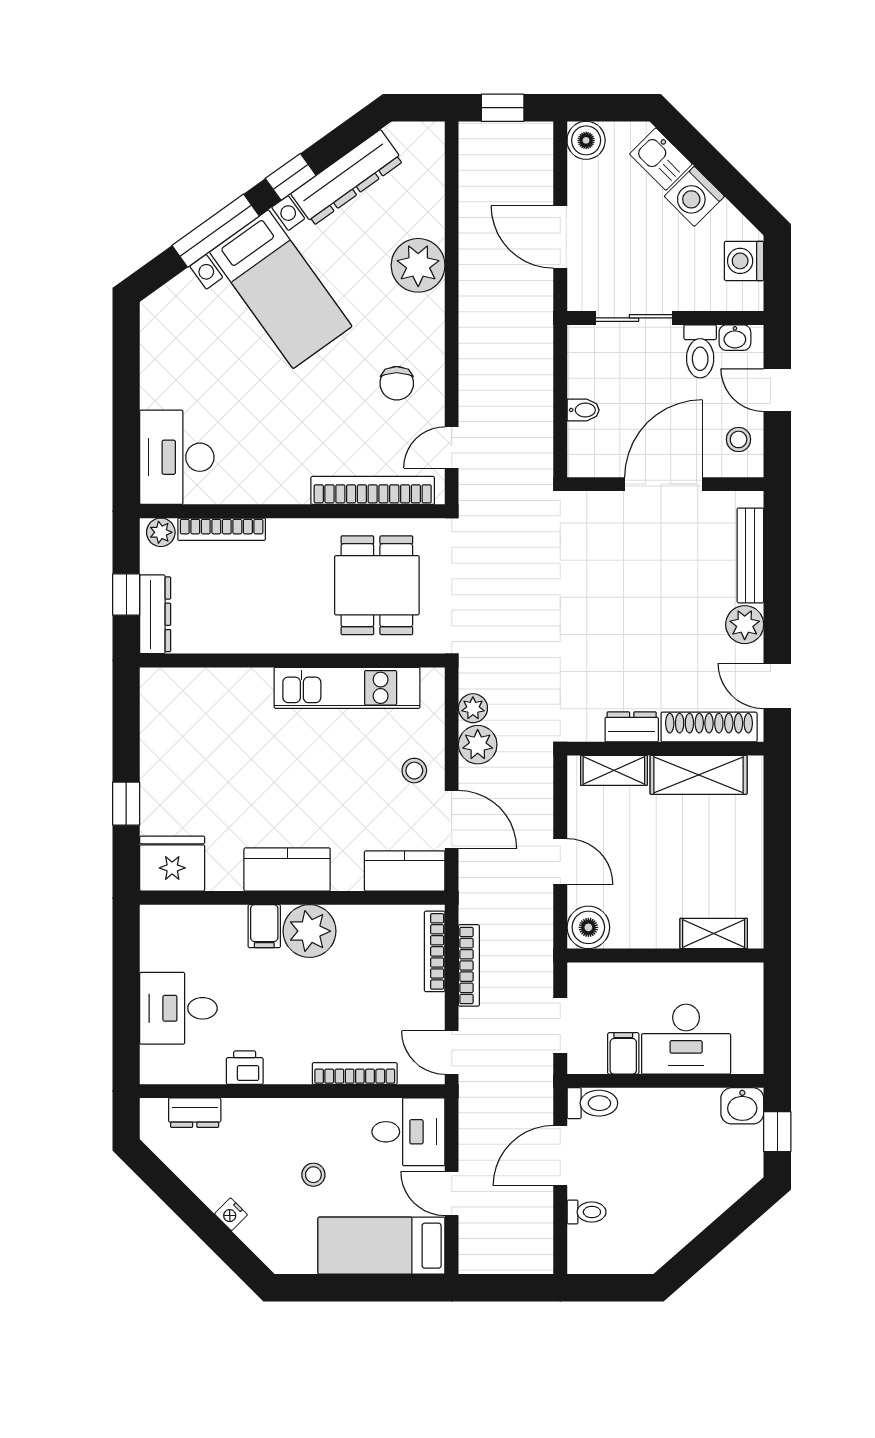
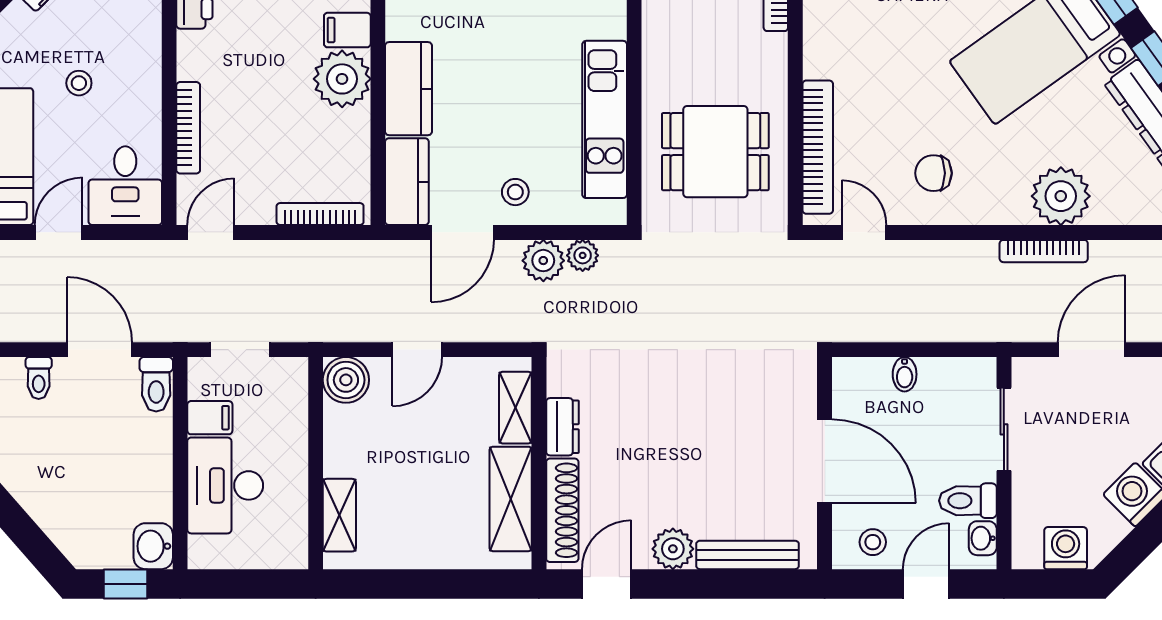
kitchen counter: (287, 869) -> (408, 89), moved
bookcase: (469, 965) -> (1044, 251), moved

